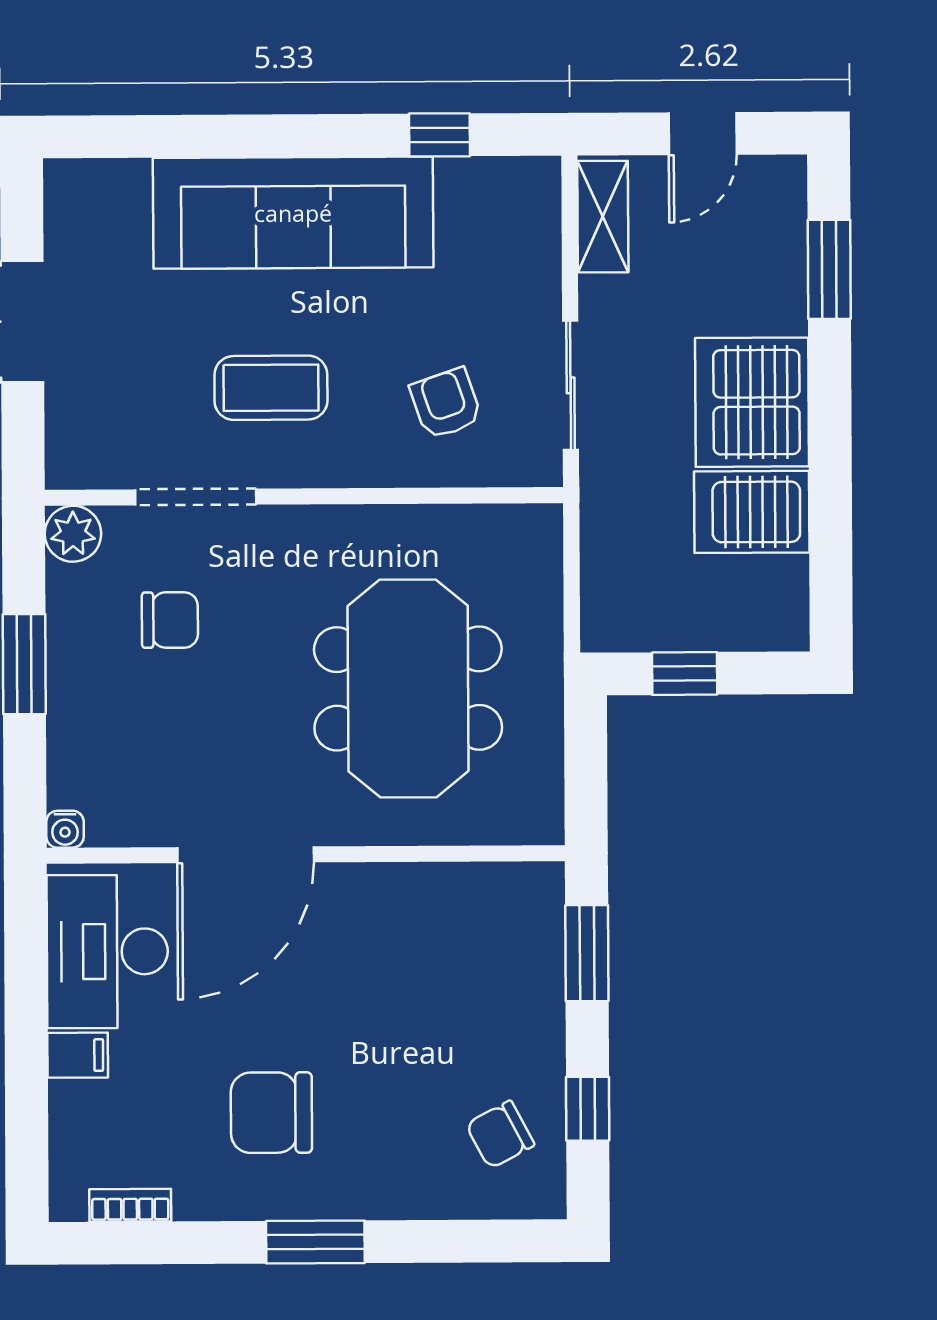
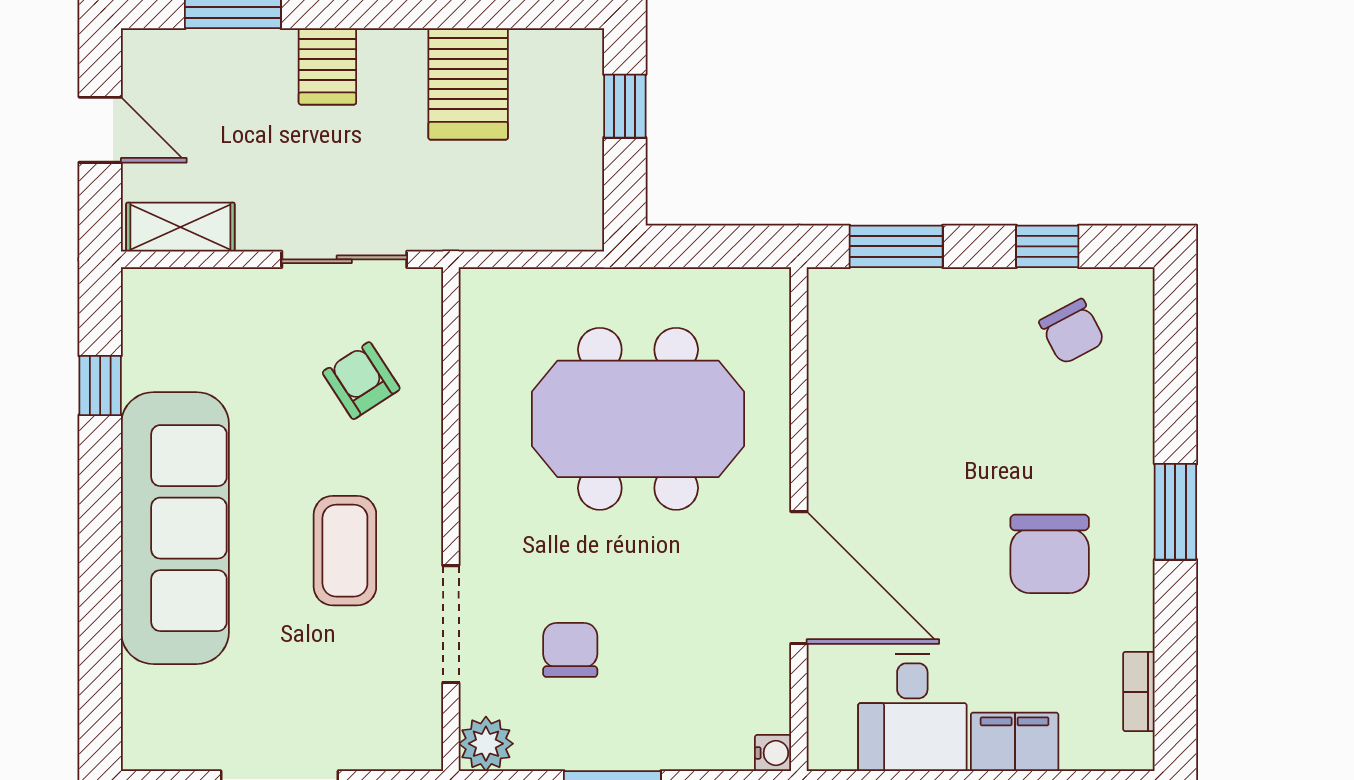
server rack: (752, 402) -> (327, 66), width x0.46, depth x0.70
armchair: (446, 404) -> (361, 381), turned 76
window: (685, 673) -> (625, 106), moved
desk: (107, 951) -> (912, 712), width x0.73
filing cabinet: (78, 1055) -> (1015, 742), width x2.00

